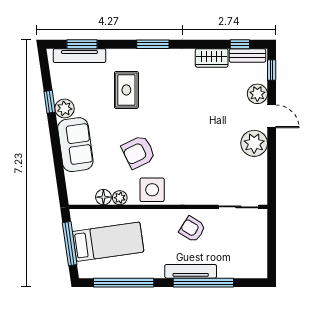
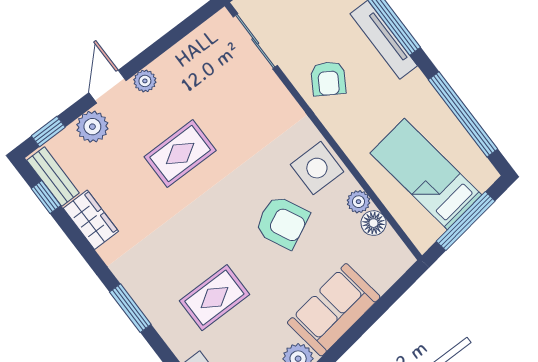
rug: (211, 127) -> (180, 154), added
plant: (254, 143) -> (145, 81), width x0.53, depth x0.53

